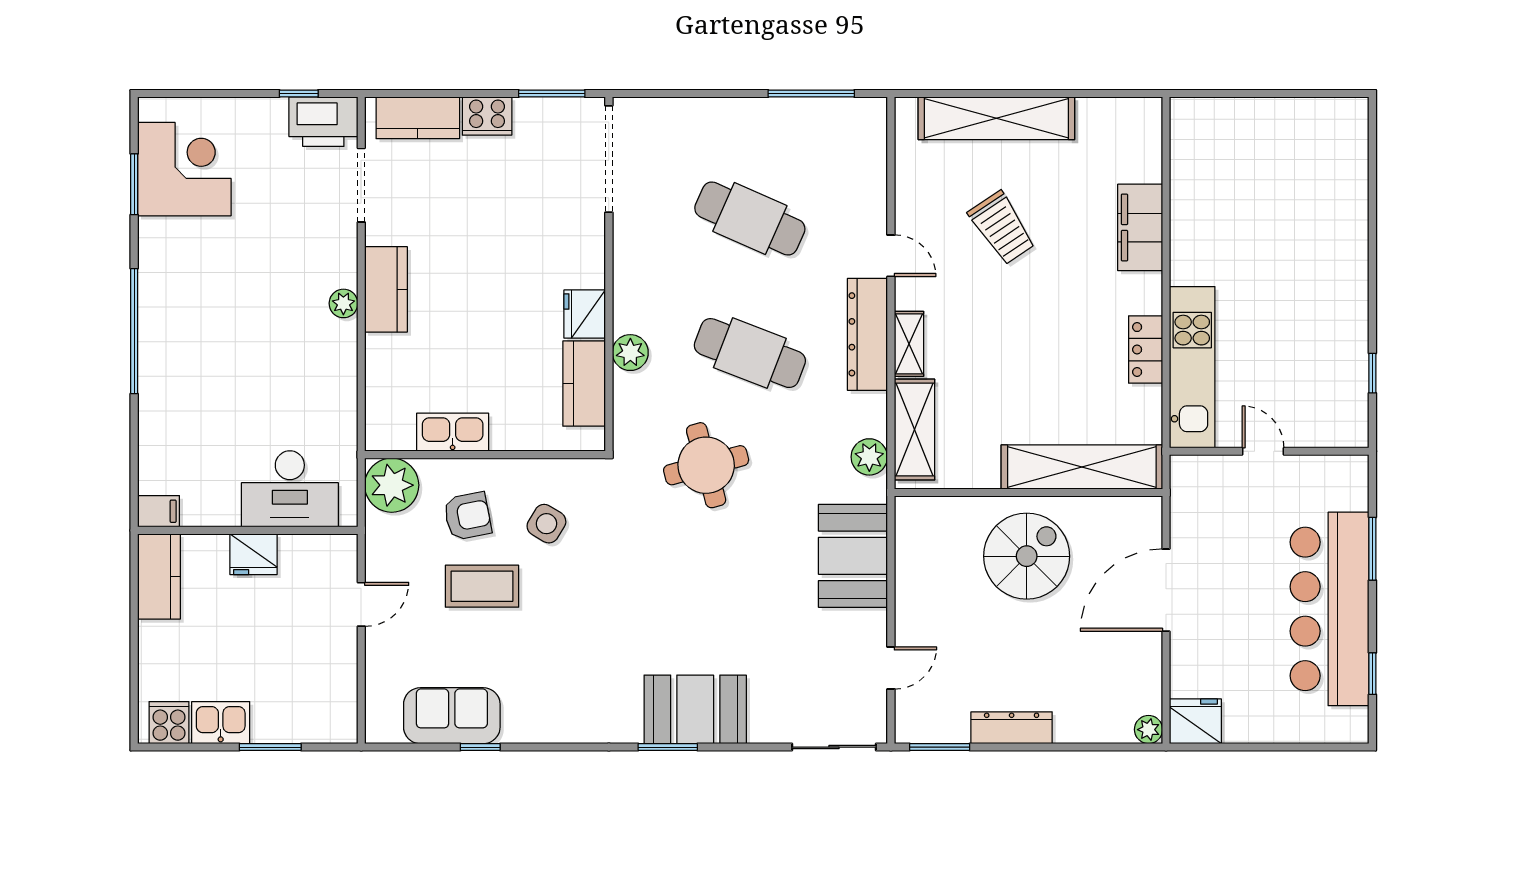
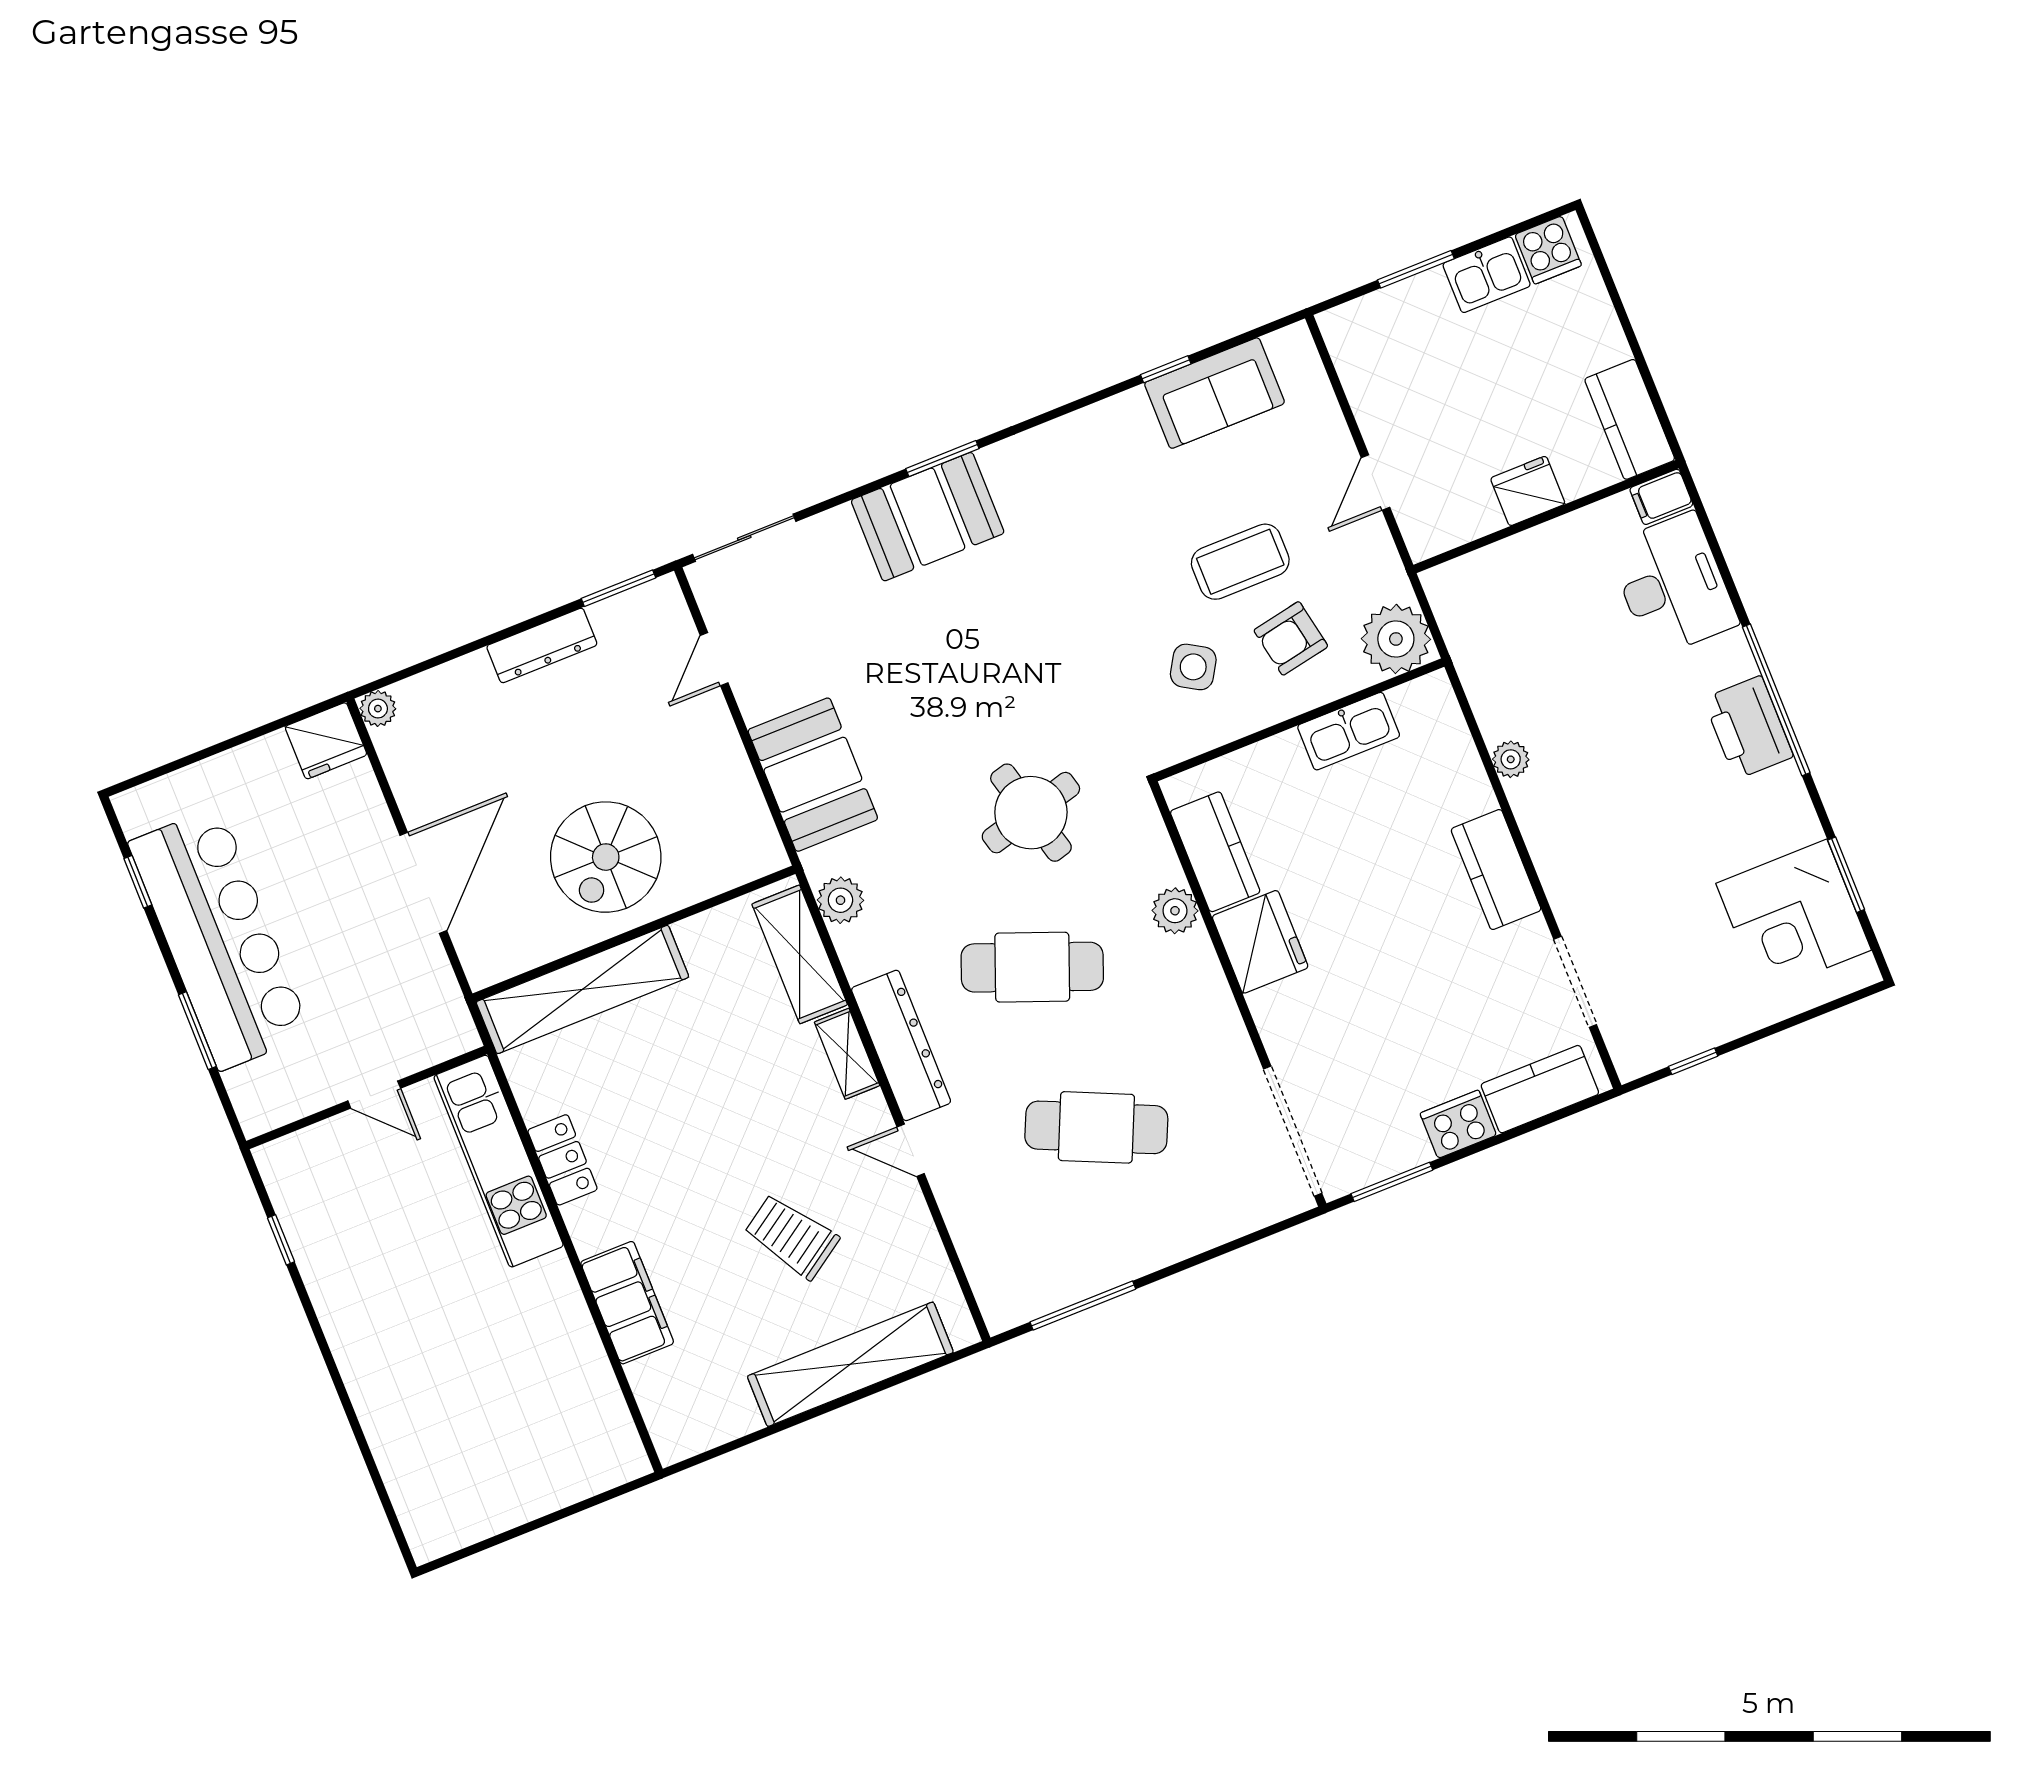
printer: (323, 122) -> (1748, 728), moved, turned -90
plant: (343, 303) -> (1511, 759), moved
fridge: (585, 314) -> (1260, 942), width x1.36, depth x1.34
desk: (290, 489) -> (1673, 585), moved, turned 90

